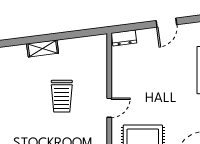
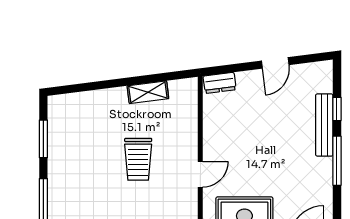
shelving: (43, 48) -> (148, 92), moved

